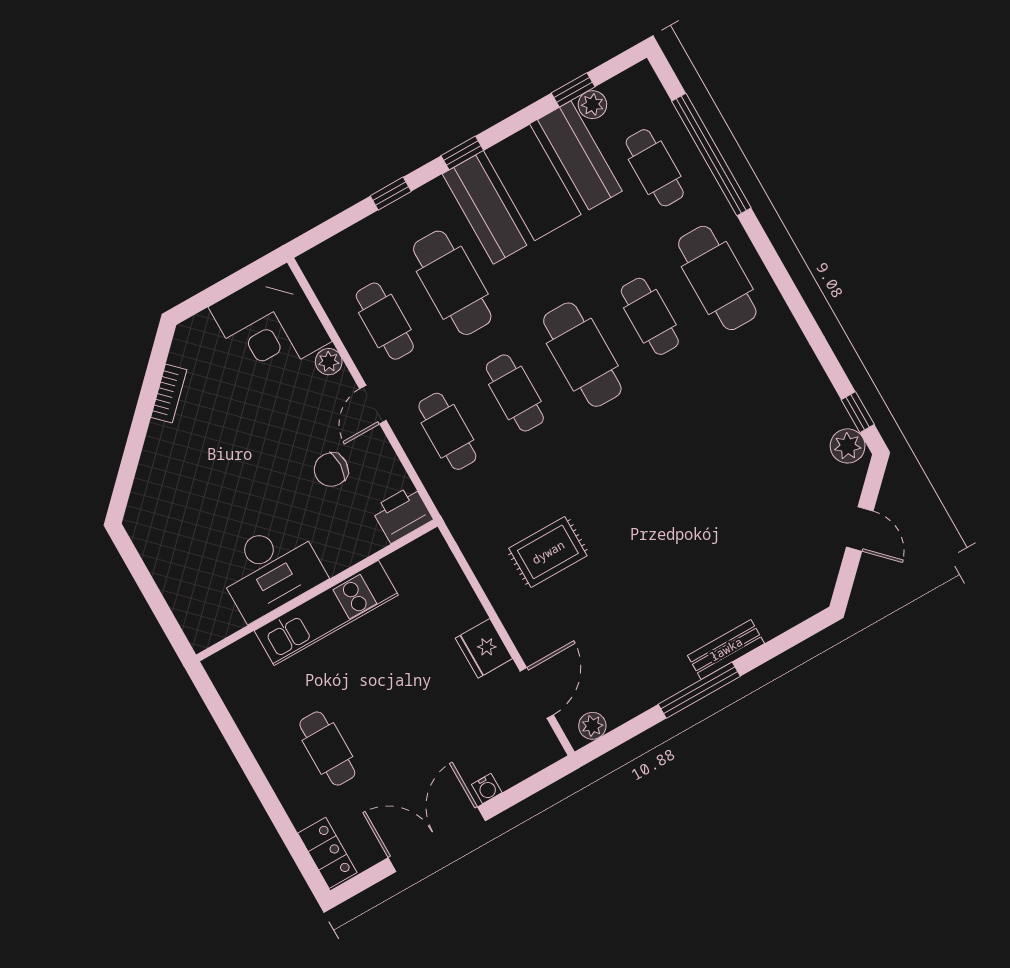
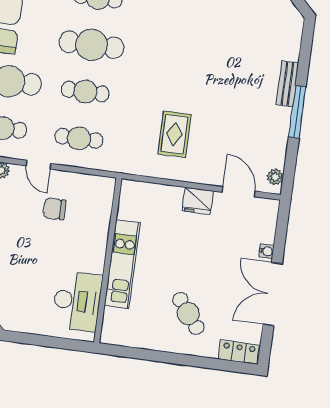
chair: (331, 470) -> (55, 209), turned 88
printer: (402, 514) -> (102, 191), removed
desk: (270, 570) -> (77, 301), moved
cafe table: (327, 748) -> (188, 314), turned 52

